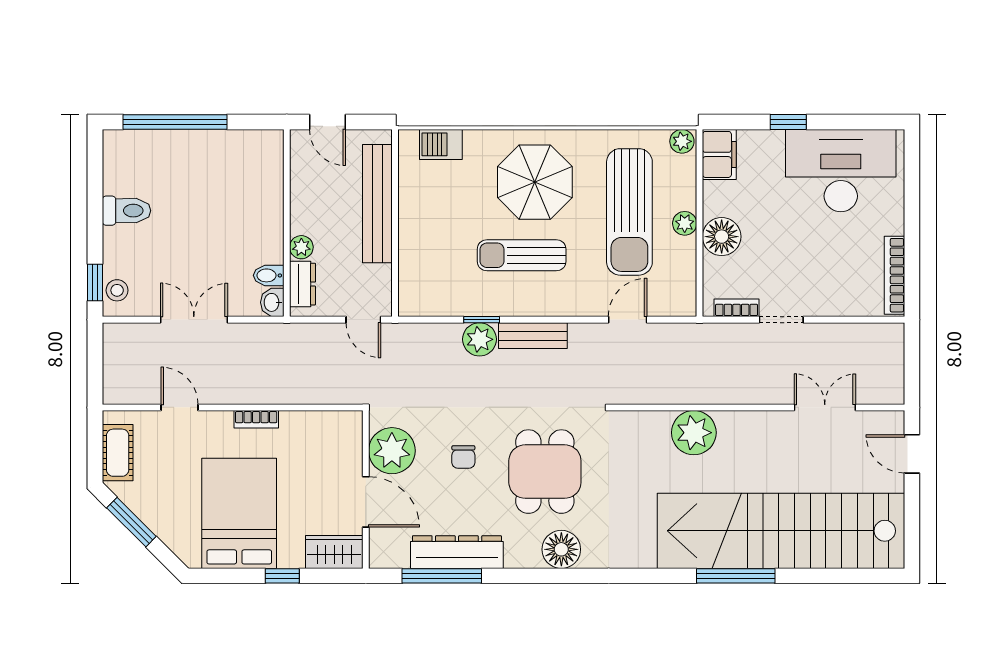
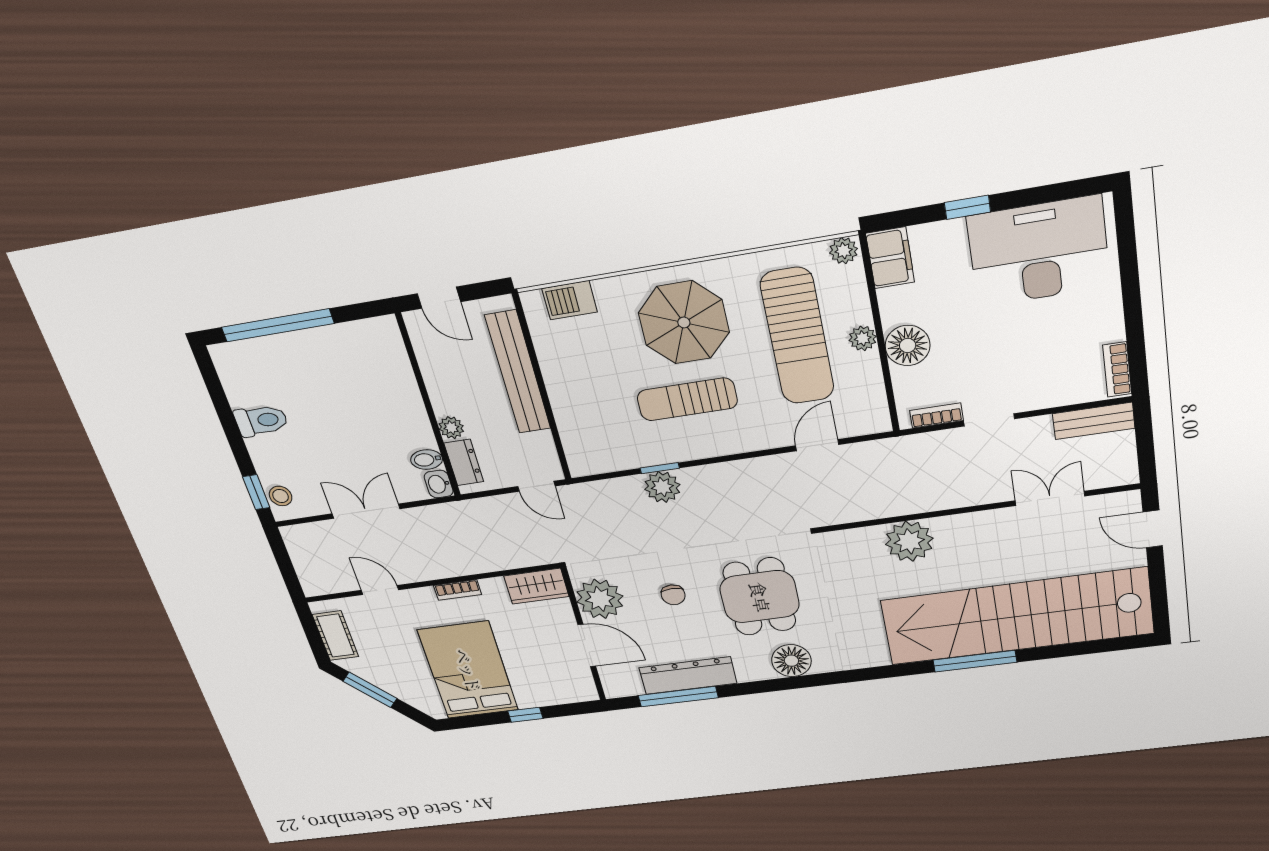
bookcase: (894, 275) -> (1117, 369), width x0.64
bench: (533, 336) -> (1094, 421), moved
wardrobe: (334, 552) -> (536, 586), moved, turned 180

